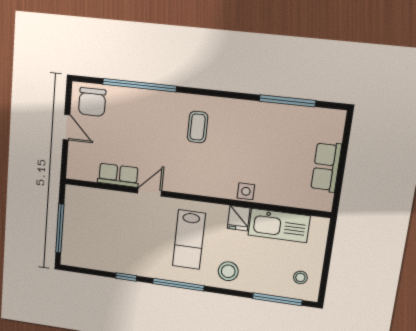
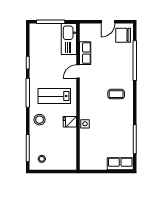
row of seats: (326, 167) -> (120, 164), moved
door: (150, 192) -> (78, 72), swing flipped
kitchen sink: (279, 225) -> (69, 39), moved

